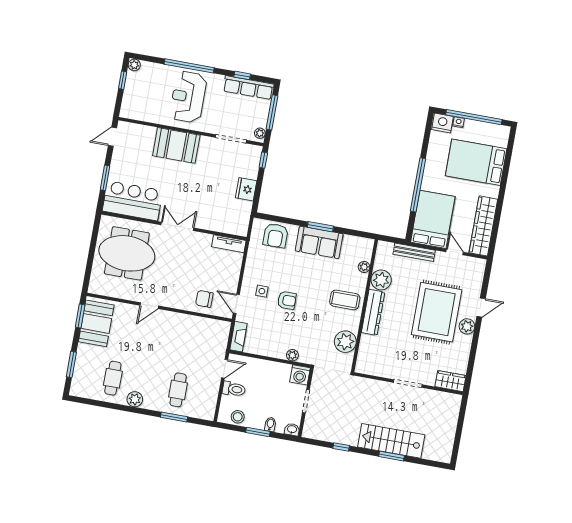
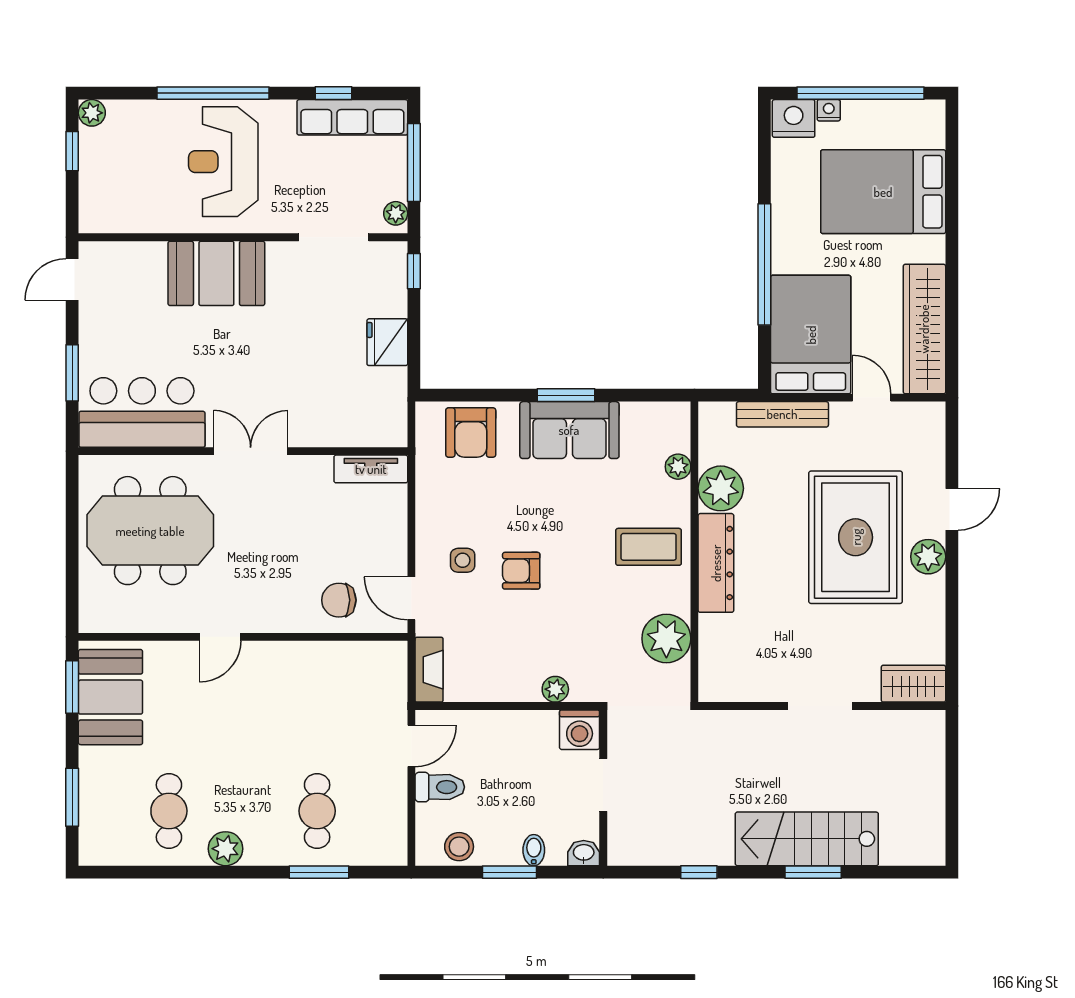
armchair: (287, 300) -> (521, 571), turned 180

